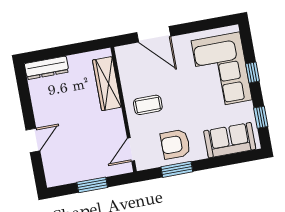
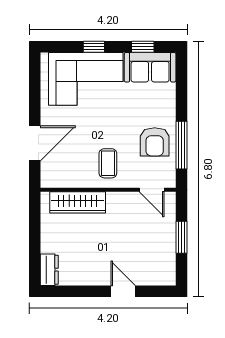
dresser: (47, 68) -> (49, 270), width x0.70
sofa: (230, 140) -> (150, 67), moved, turned -90
window: (177, 169) -> (181, 145), width x1.44

